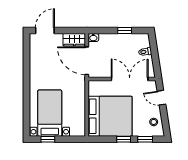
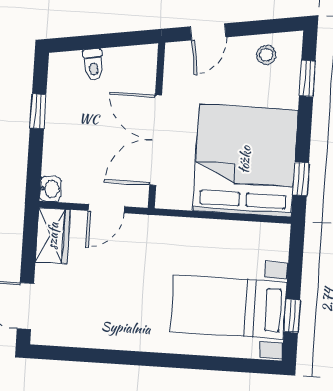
door: (87, 61) -> (106, 209), width x0.53
double door: (130, 79) -> (156, 140), moved
window: (124, 139) -> (301, 179), moved

